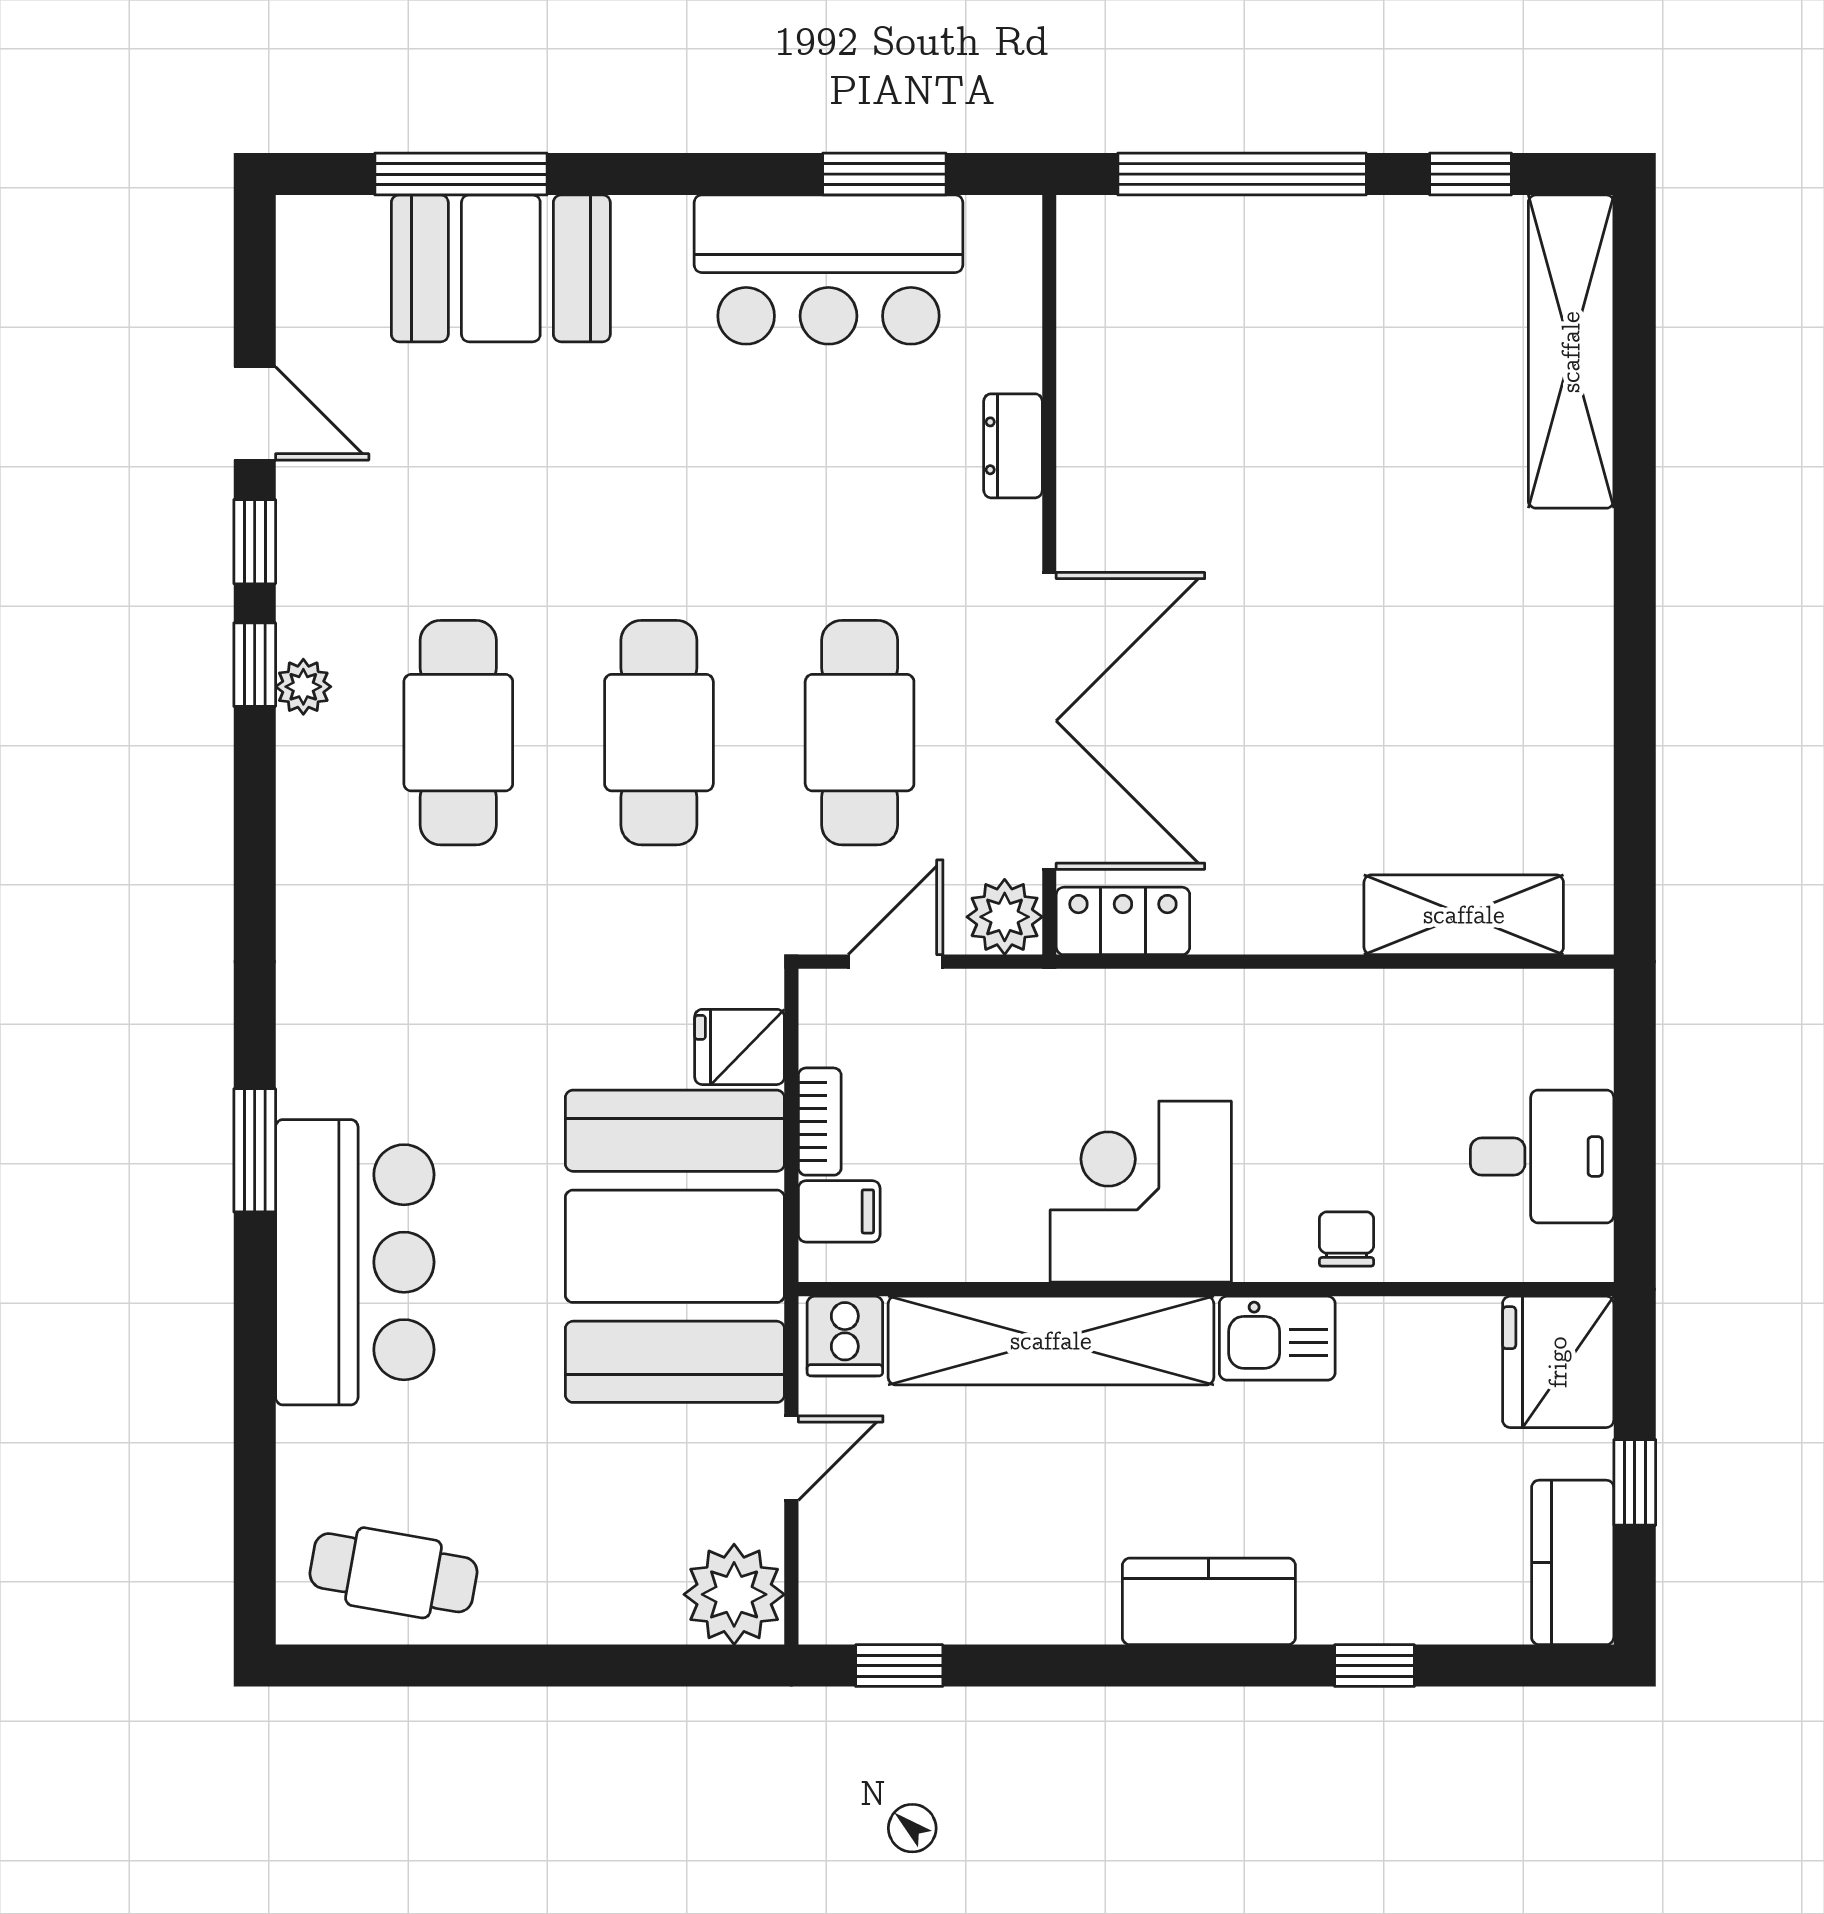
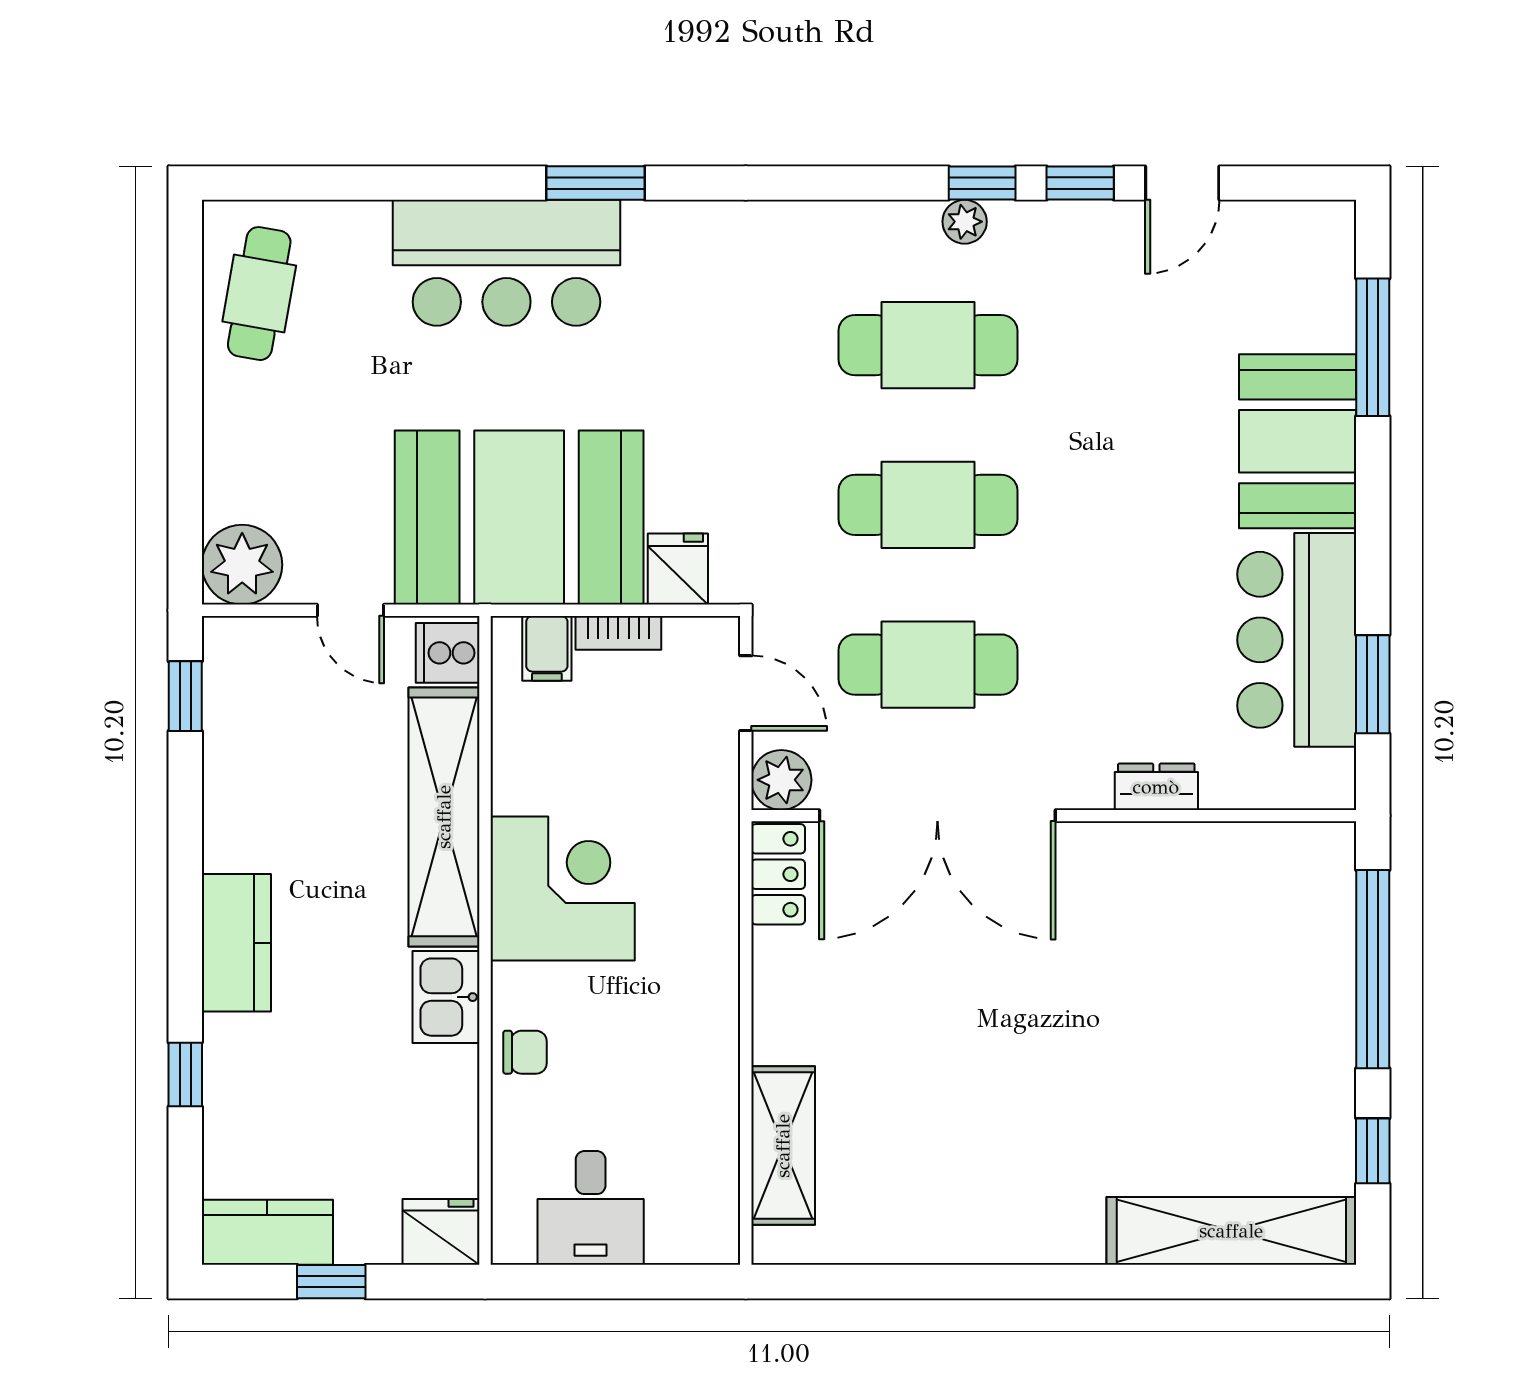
booth: (501, 268) -> (1298, 441), moved
fridge: (1558, 1362) -> (441, 1232), width x0.73, depth x0.75

